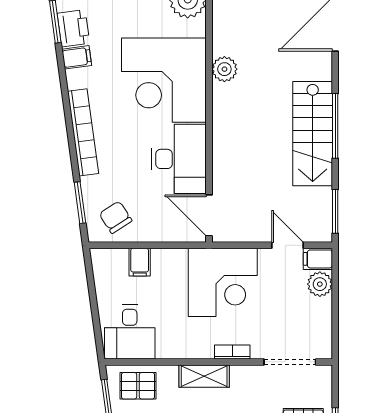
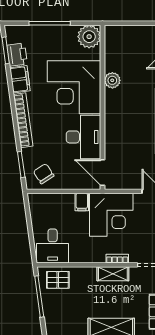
filing cabinet: (77, 57) -> (20, 79), width x2.00
filing cabinet: (140, 262) -> (82, 202), moved
shelving: (204, 376) -> (113, 274), moved

